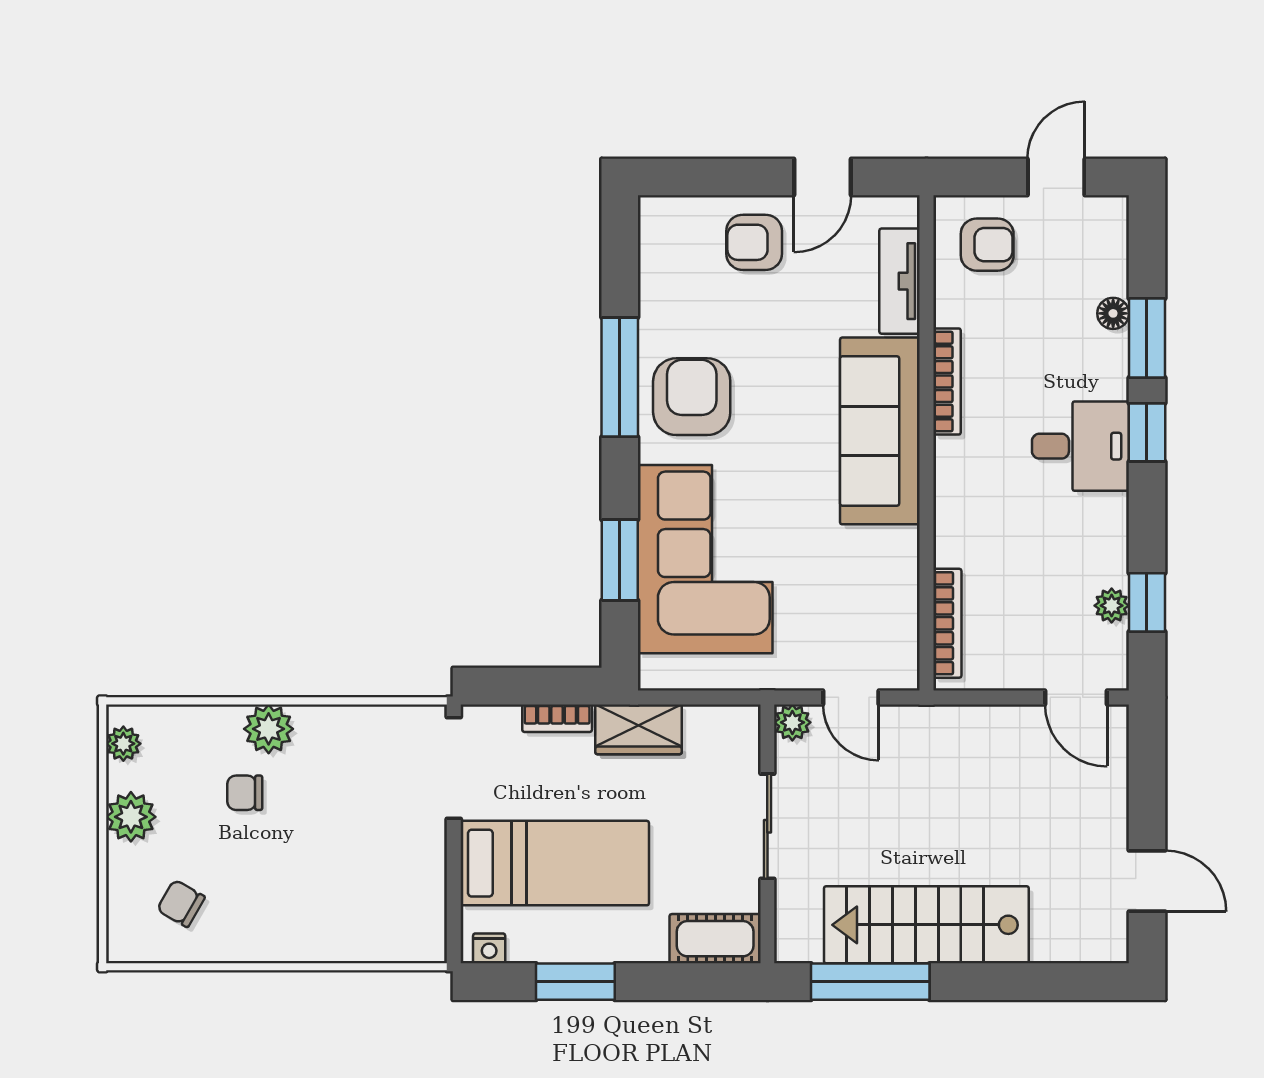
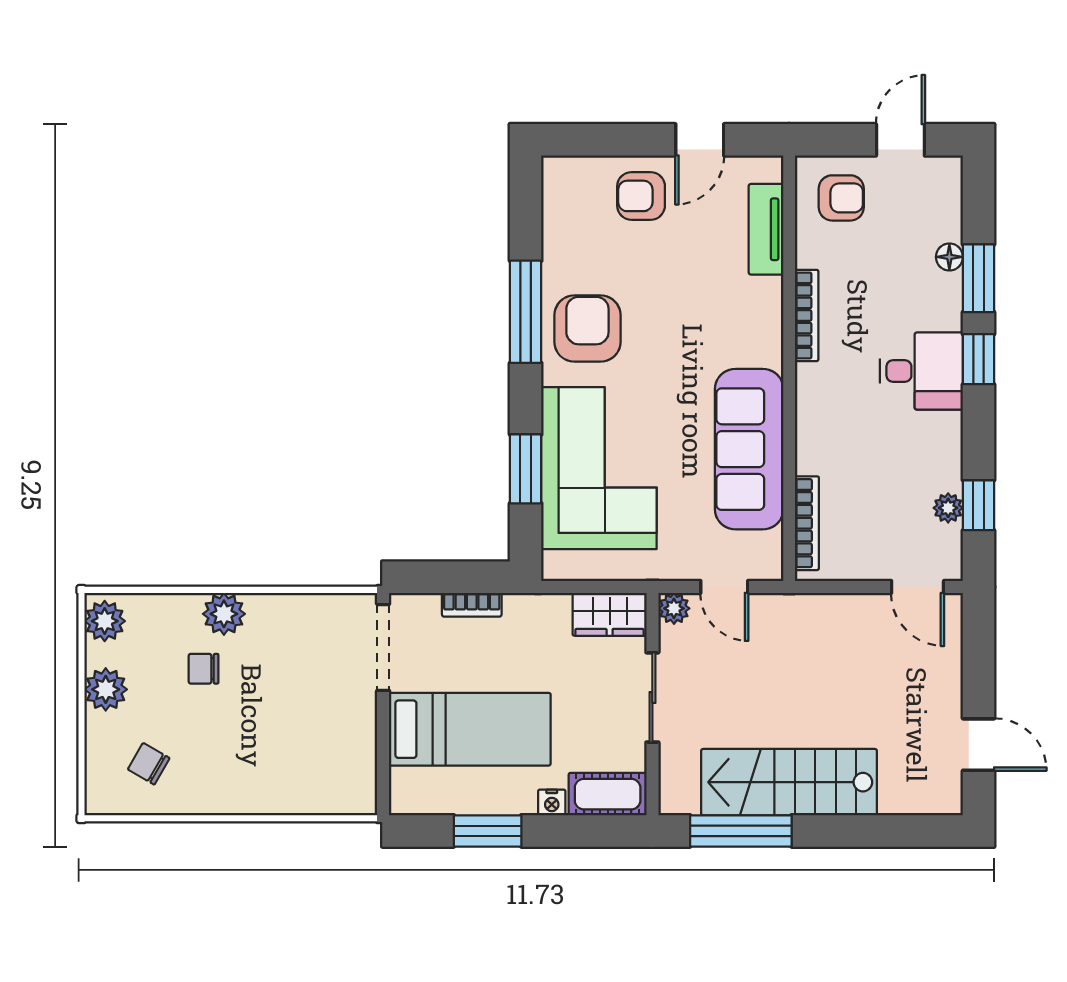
sofa: (880, 431) -> (749, 449), moved
wardrobe: (639, 729) -> (610, 614), moved
plant: (123, 744) -> (105, 621), width x1.38, depth x1.38
nightstand: (489, 948) -> (552, 802), moved

